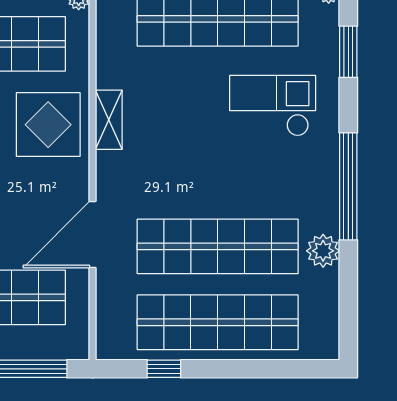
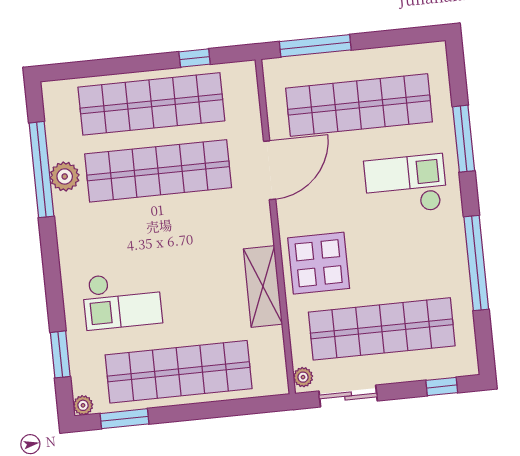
shelving: (109, 120) -> (263, 287), width x1.50, depth x1.33
window: (348, 186) -> (41, 170), moved

